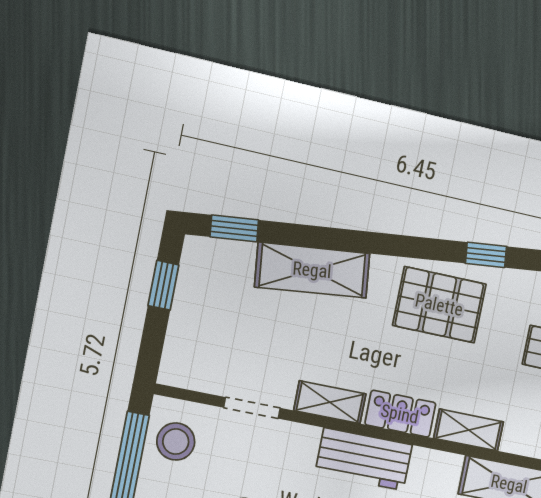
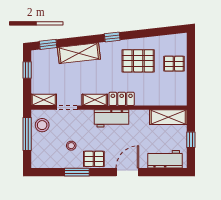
window: (486, 255) -> (112, 37), moved
pallet: (439, 305) -> (138, 61), moved
shelving: (469, 430) -> (44, 100), moved

